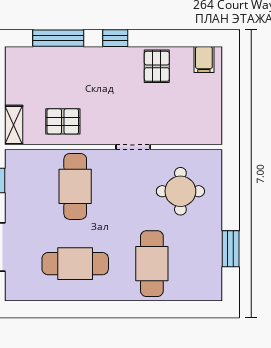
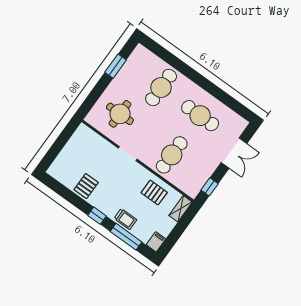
filing cabinet: (204, 59) -> (156, 242), moved
trolley: (75, 60) -> (125, 219), added

